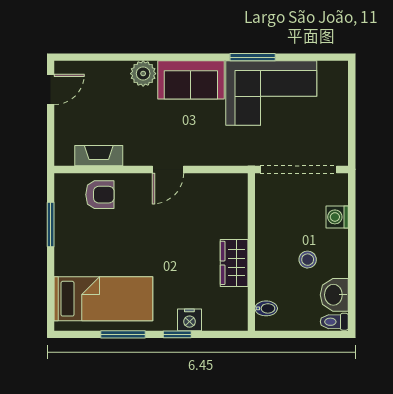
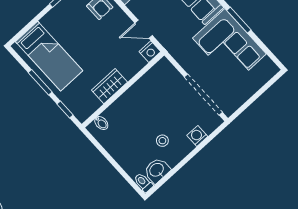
wall: (251, 252) -> (123, 90), moved
wardrobe: (234, 263) -> (109, 86), moved
bidet: (266, 308) -> (101, 123), moved
nightstand: (189, 320) -> (150, 52), moved, turned -90

